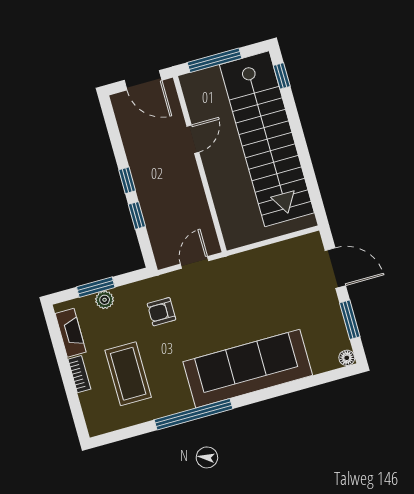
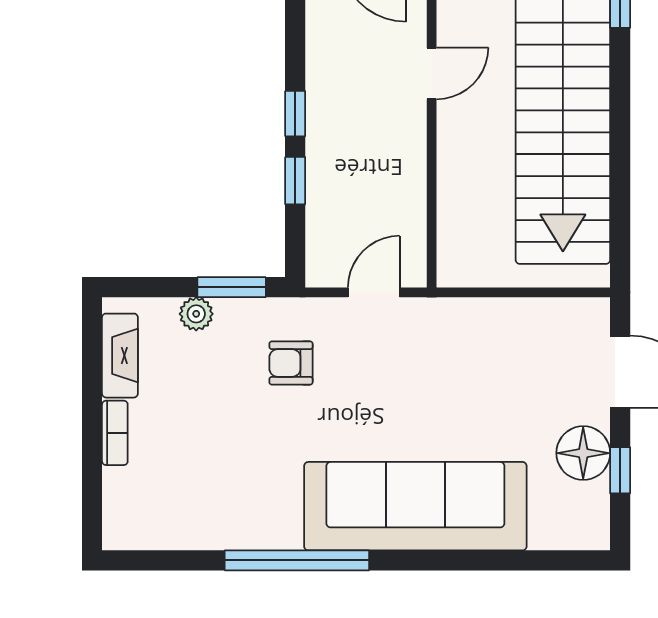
window: (96, 287) -> (232, 287), moved
window: (350, 320) -> (620, 470), width x0.67
floor lamp: (347, 358) -> (583, 453), moved, width x1.89, depth x1.89
coffee table: (128, 374) -> (201, 456), removed

